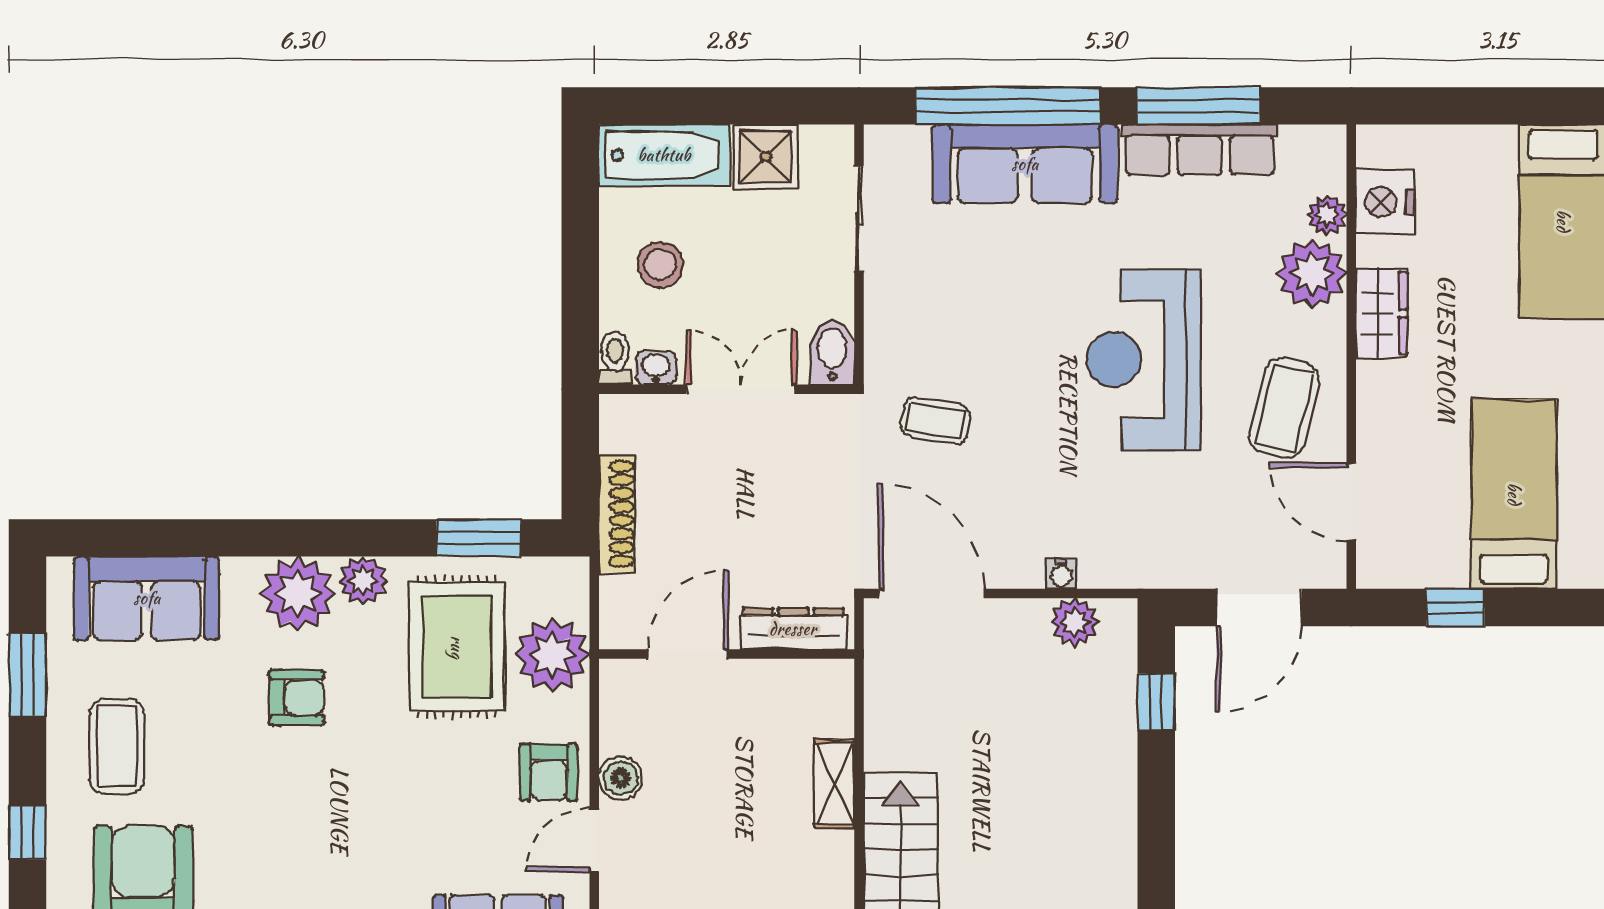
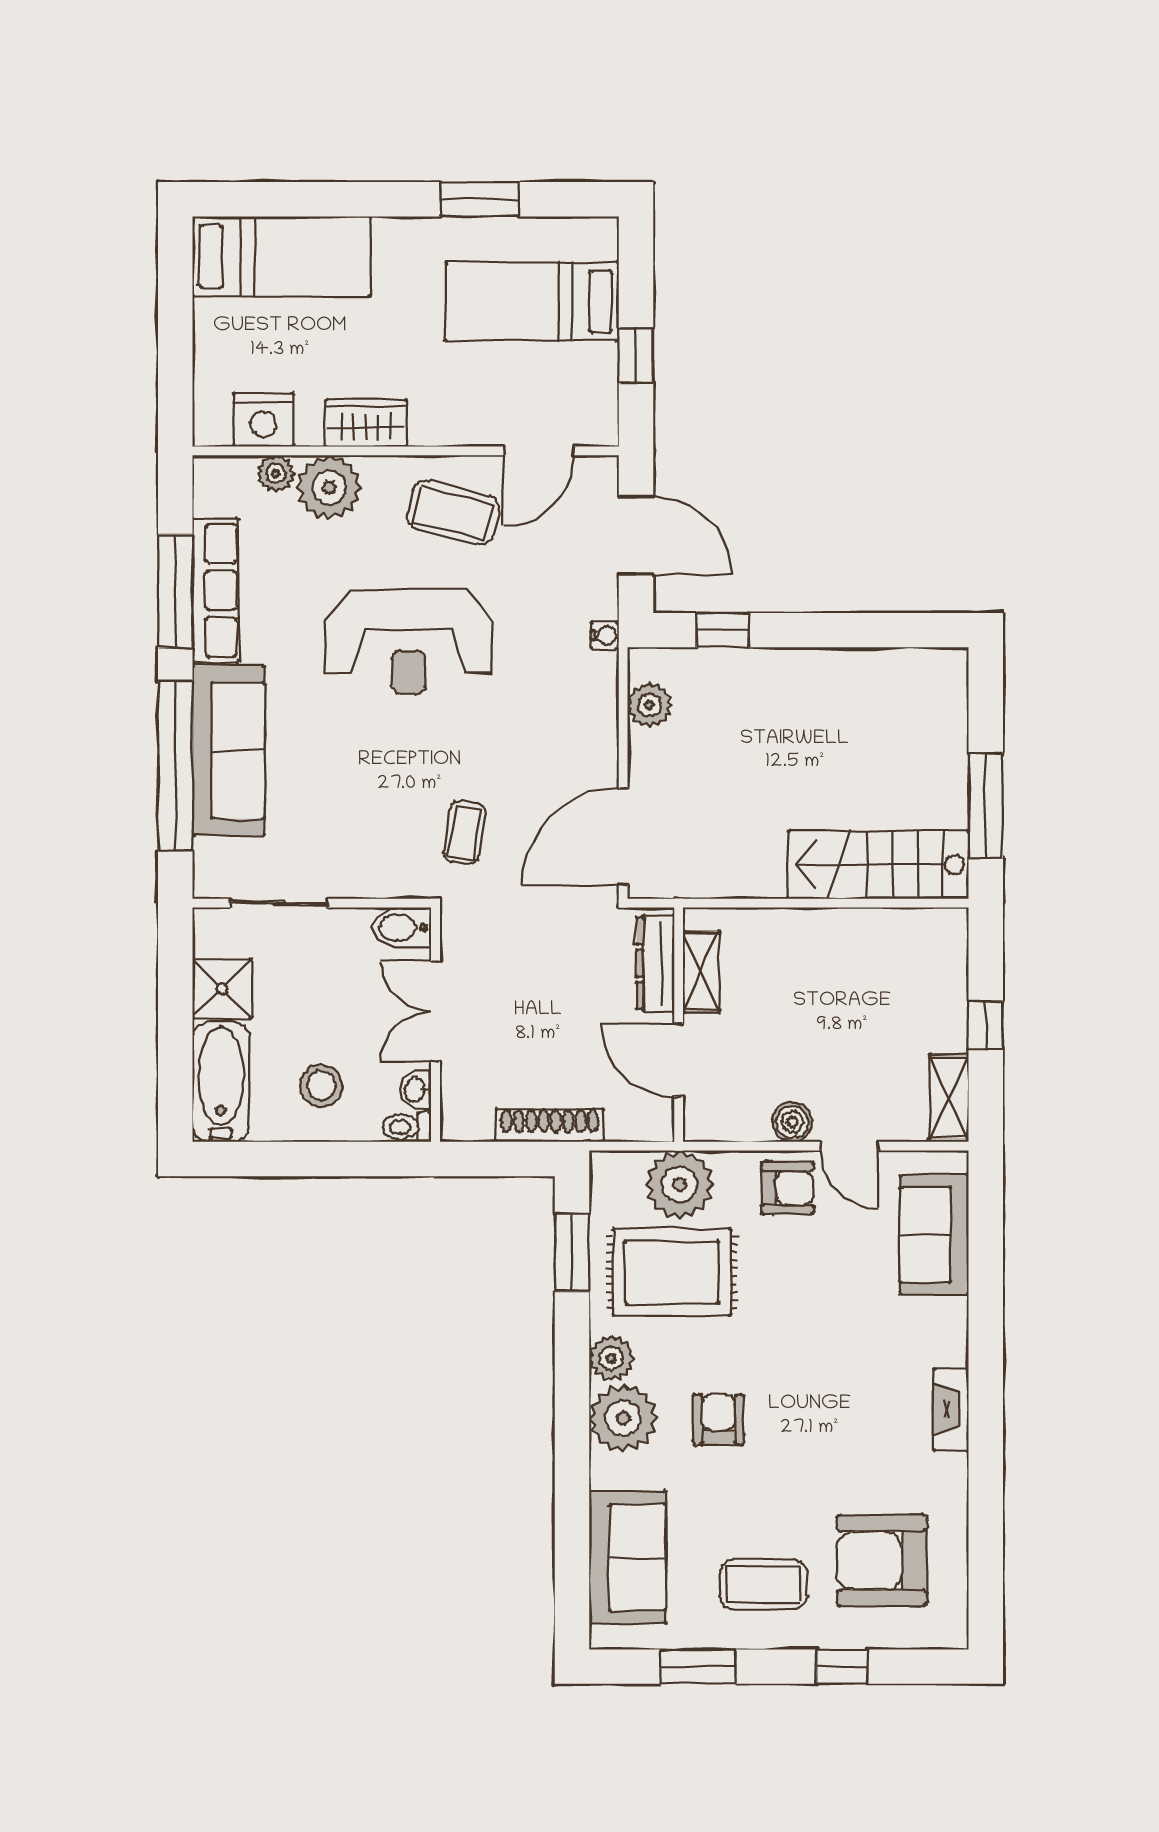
water cooler: (1061, 574) -> (605, 635), moved
shelving: (834, 784) -> (701, 972), moved, turned 90

